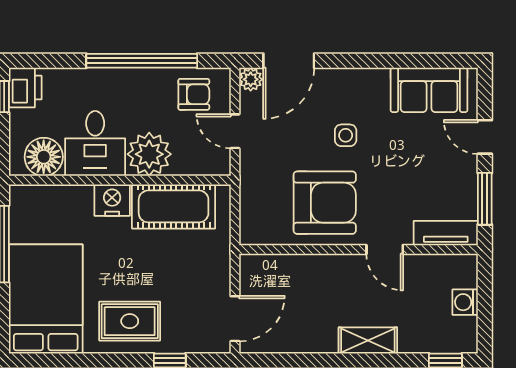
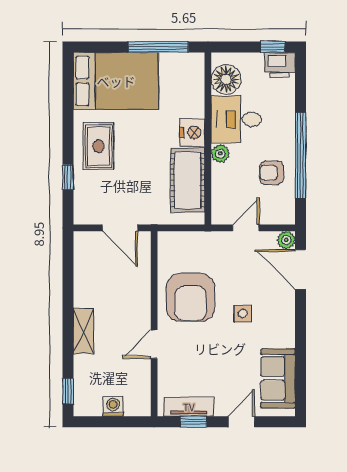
armchair: (194, 94) -> (272, 173), moved, turned 90
plant: (149, 154) -> (220, 153), width x0.53, depth x0.53
window: (485, 199) -> (193, 422), width x0.67
tv unit: (446, 233) -> (189, 407), moved, turned -90
door: (235, 319) -> (120, 228), moved

